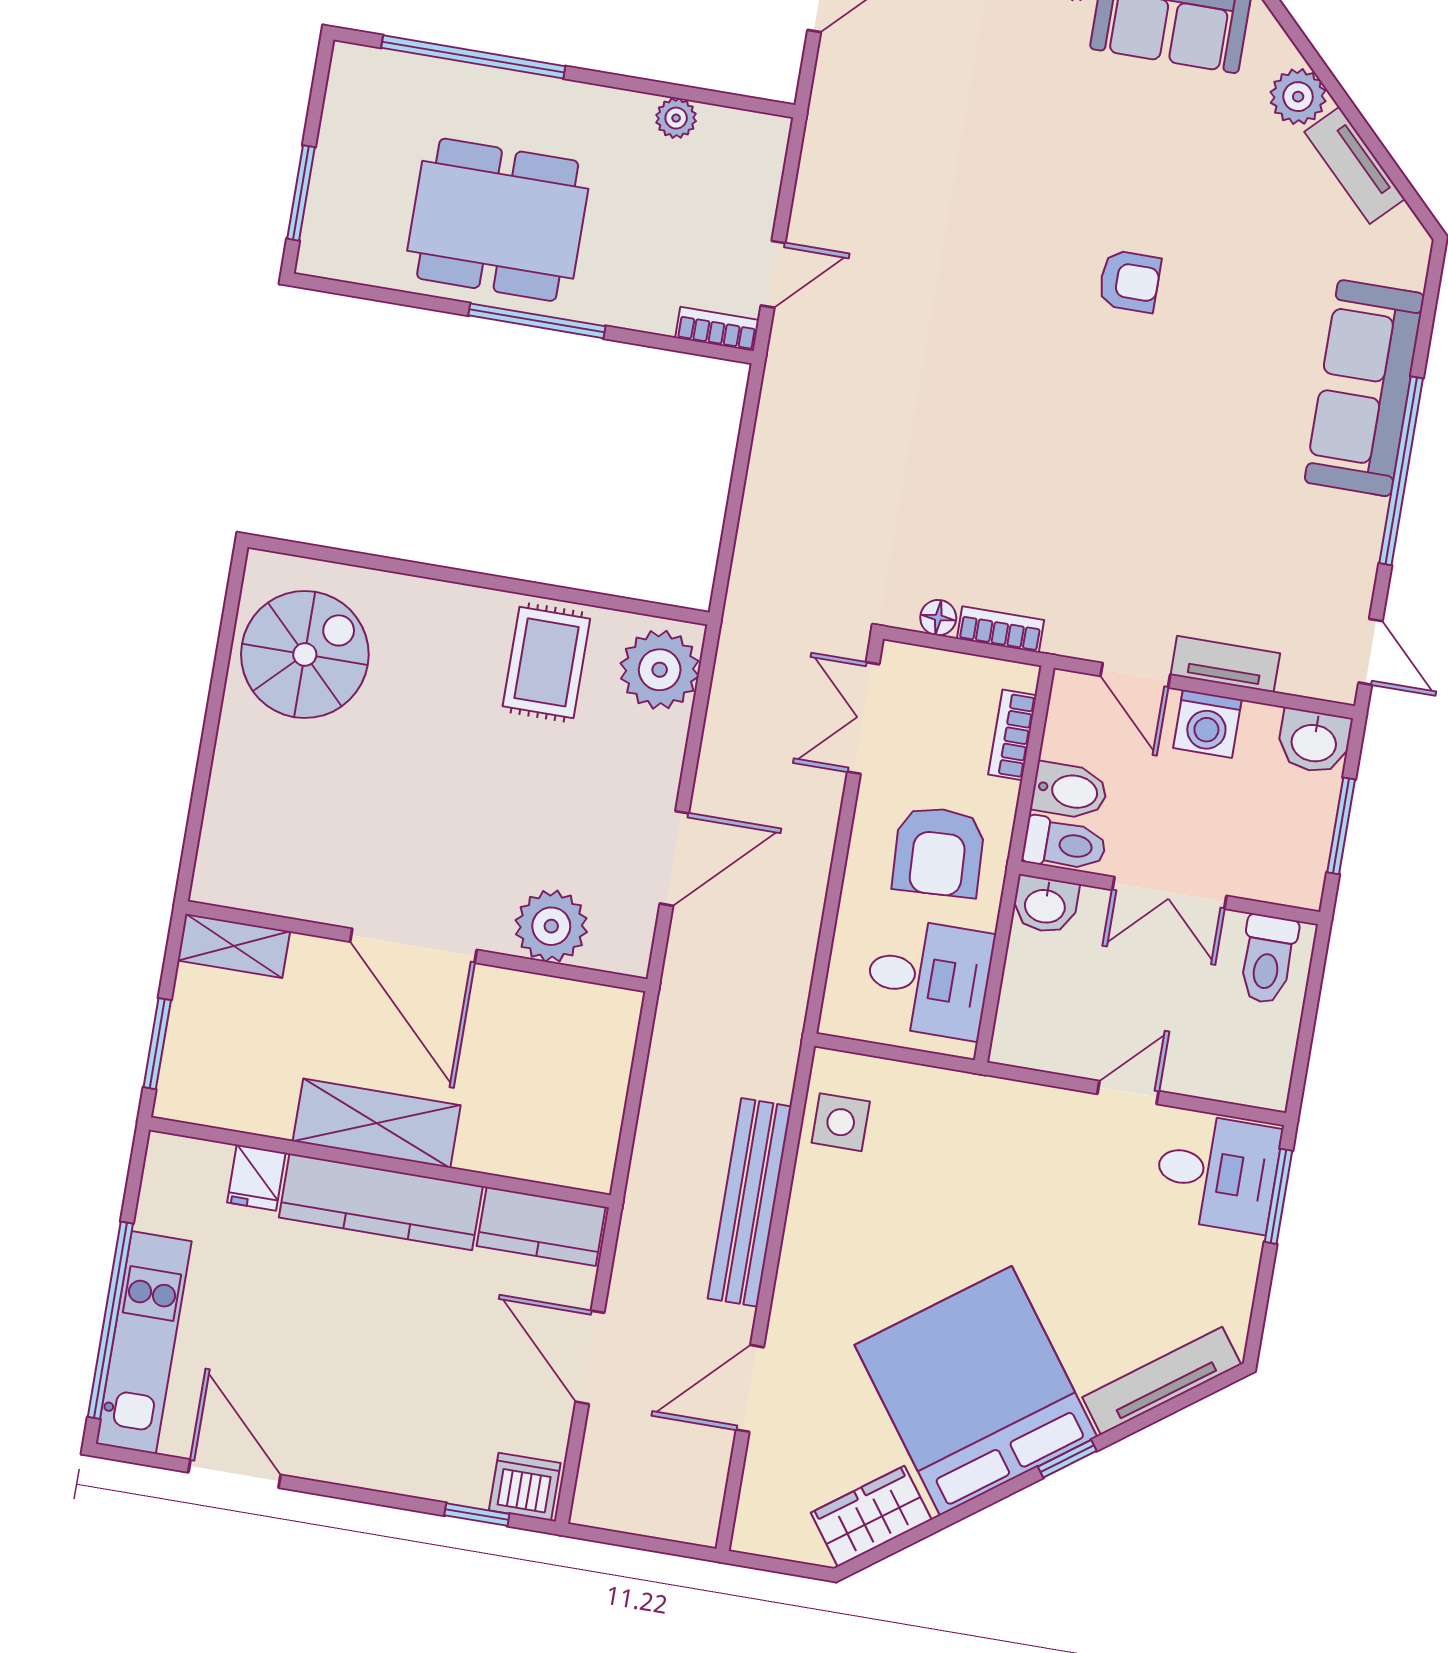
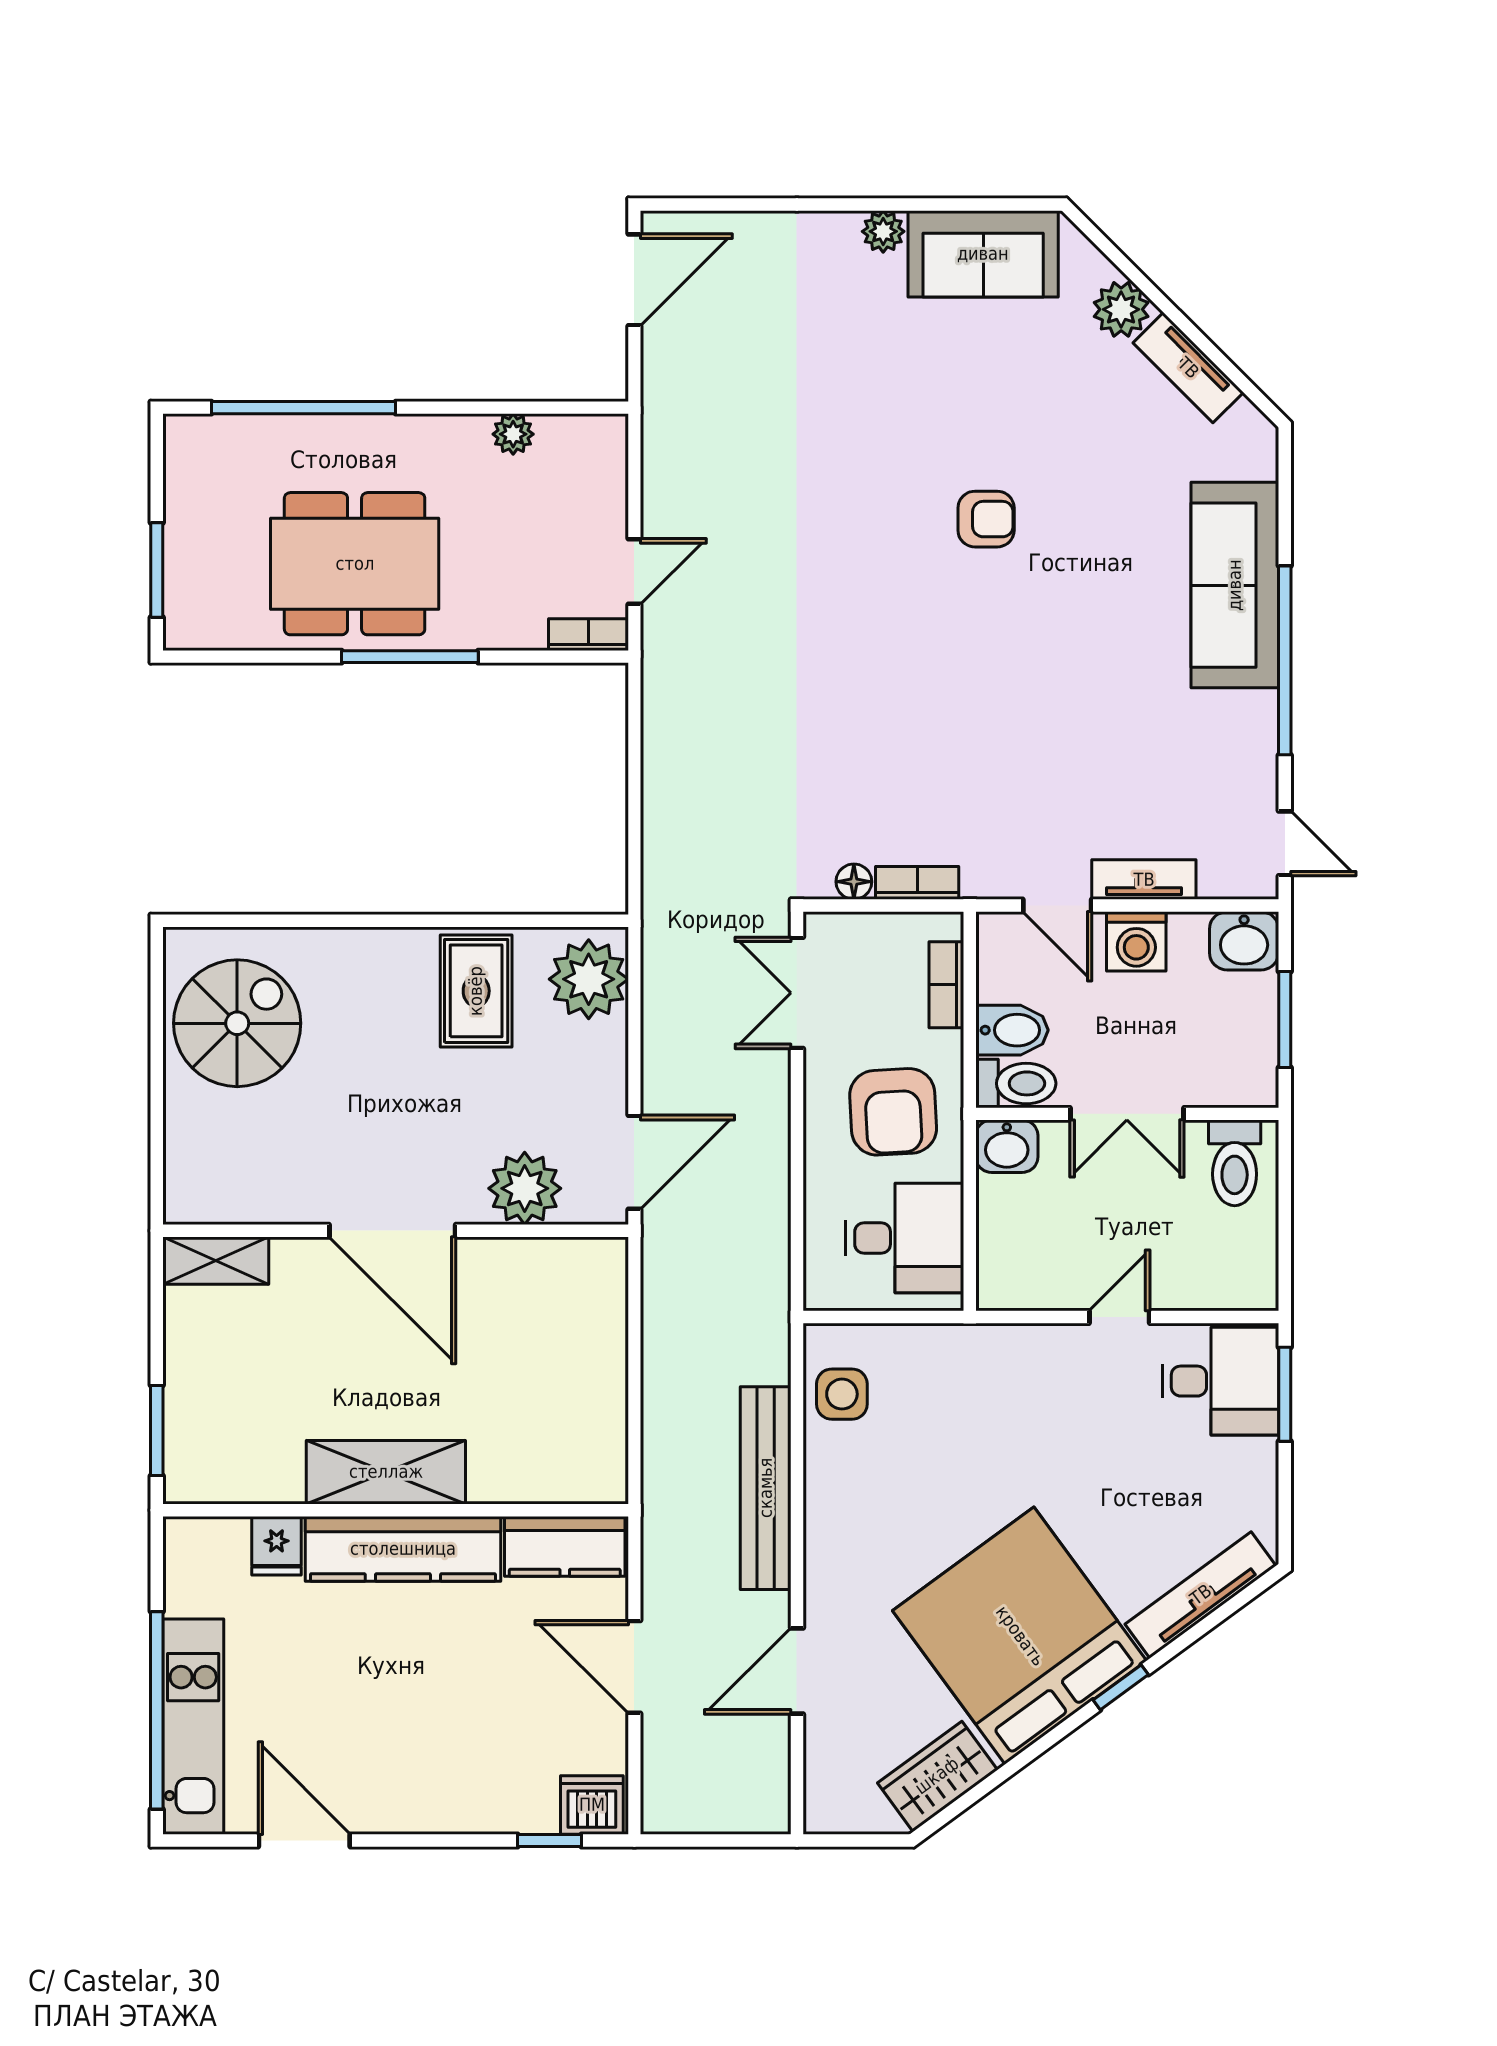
plant: (551, 926) -> (525, 1188), moved
shelving: (234, 946) -> (216, 1261), moved
door: (413, 946) -> (392, 1231), moved
wall: (416, 946) -> (396, 1231), moved

